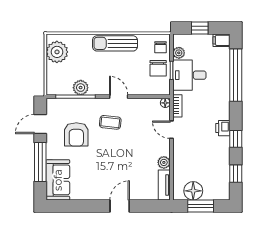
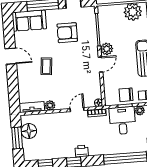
plant: (81, 88) -> (107, 49), moved
coffee table: (110, 122) -> (46, 66), moved
door: (120, 206) -> (11, 56), moved

